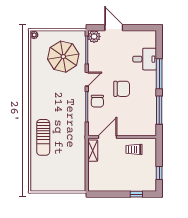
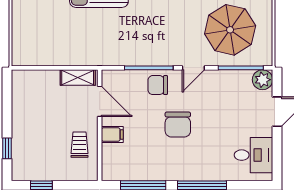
desk: (145, 59) -> (253, 155), moved, turned -90
door: (87, 79) -> (193, 68), hinge flipped
filing cabinet: (128, 129) -> (112, 134), added

